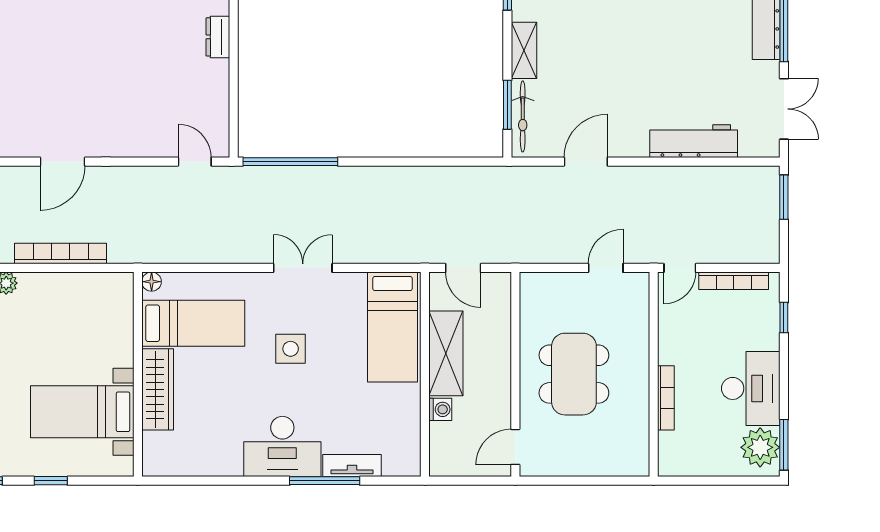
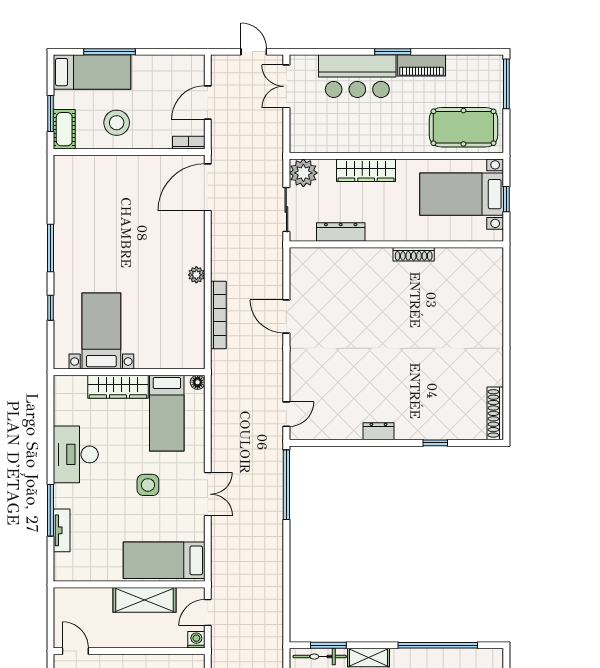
washing machine: (440, 409) -> (196, 640), moved, turned 180
desk: (282, 446) -> (76, 454), moved

